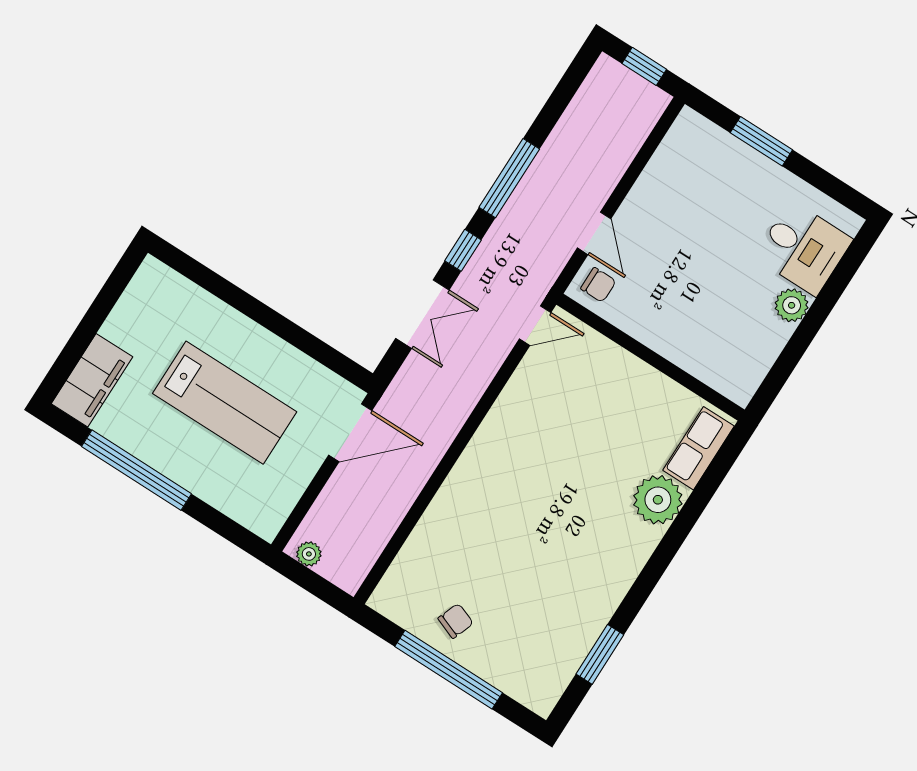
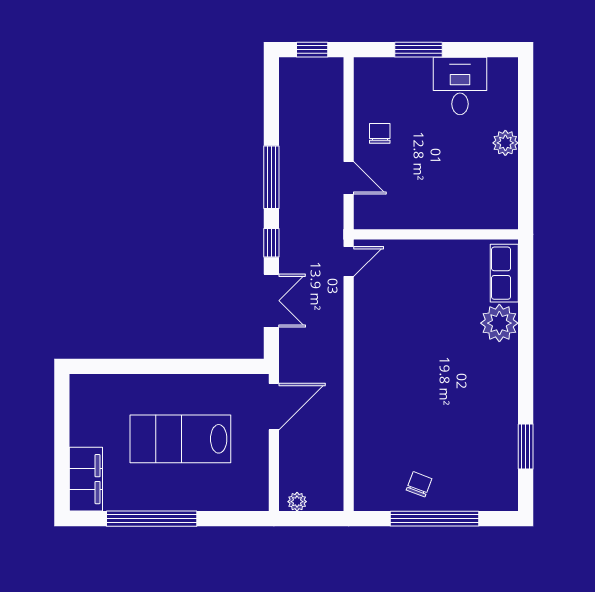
desk: (803, 248) -> (460, 86), moved, turned -90
chair: (598, 285) -> (380, 133), moved, turned -90
lab bench: (225, 403) -> (180, 439), turned 180

